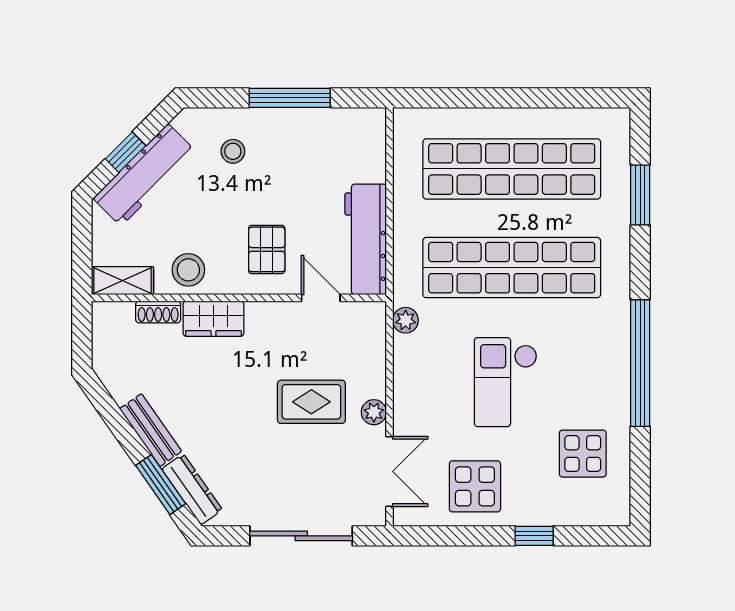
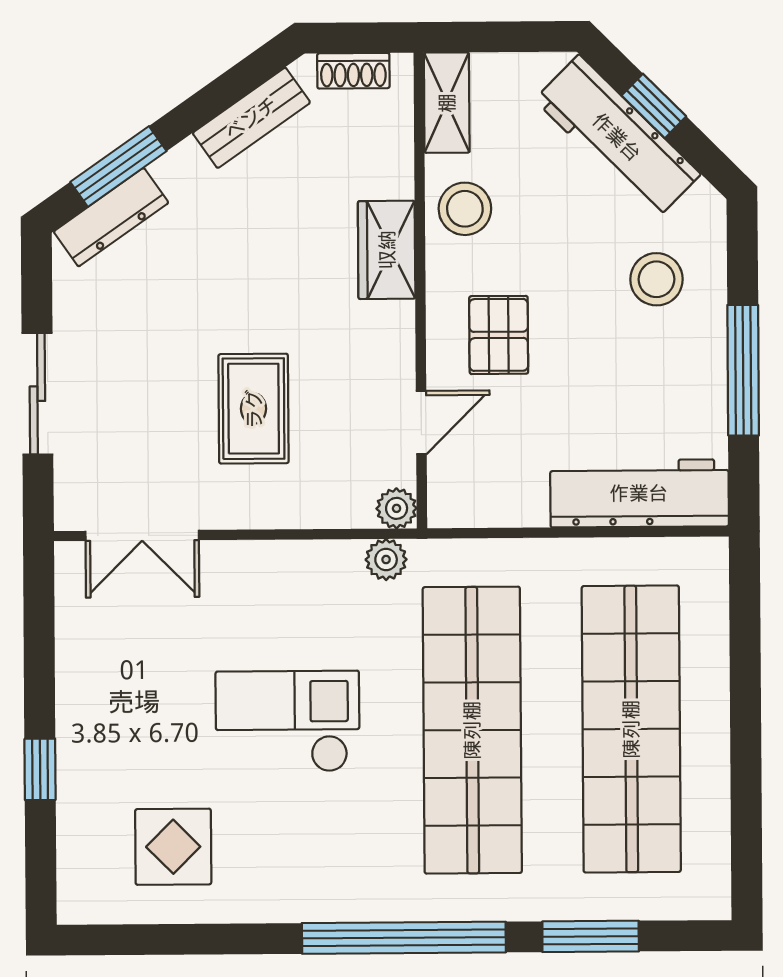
stool: (233, 151) -> (656, 279), width x1.37, depth x1.37
workbench: (366, 239) -> (639, 493), moved
pallet: (267, 249) -> (499, 335), turned 90
shoe rack: (158, 312) -> (353, 71), moved, turned -90
window: (640, 363) -> (404, 938), moved
plant: (374, 412) -> (397, 508), moved
bench: (151, 430) -> (251, 118), moved
display table: (475, 486) -> (119, 673), removed
sliding door: (301, 536) -> (37, 394), width x0.73

